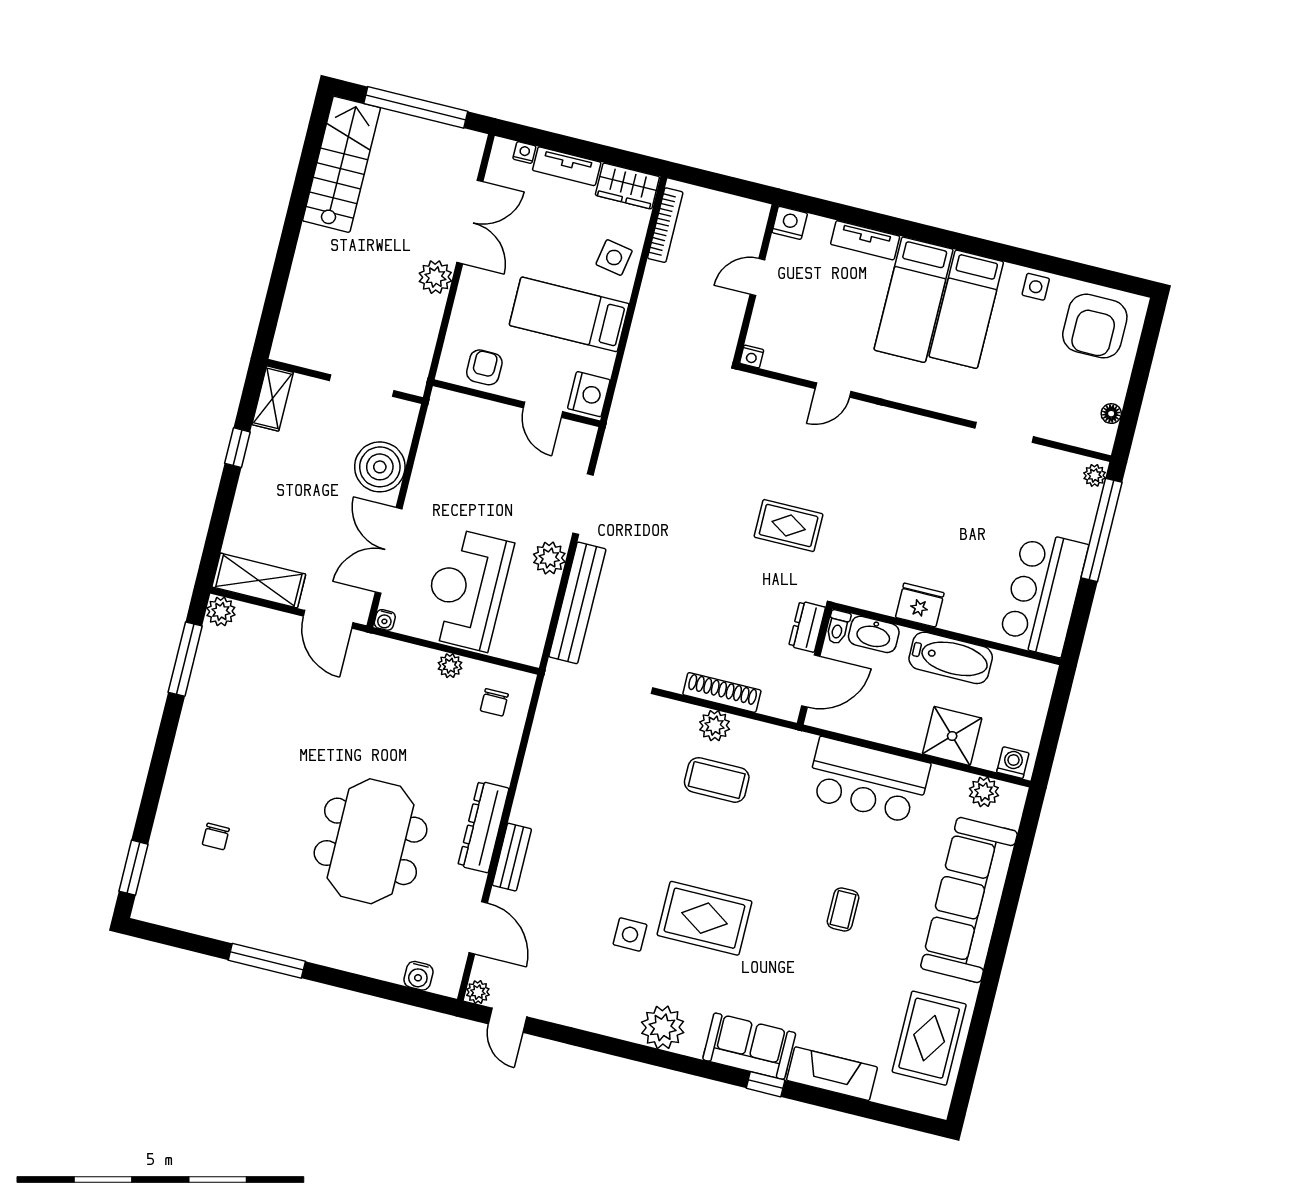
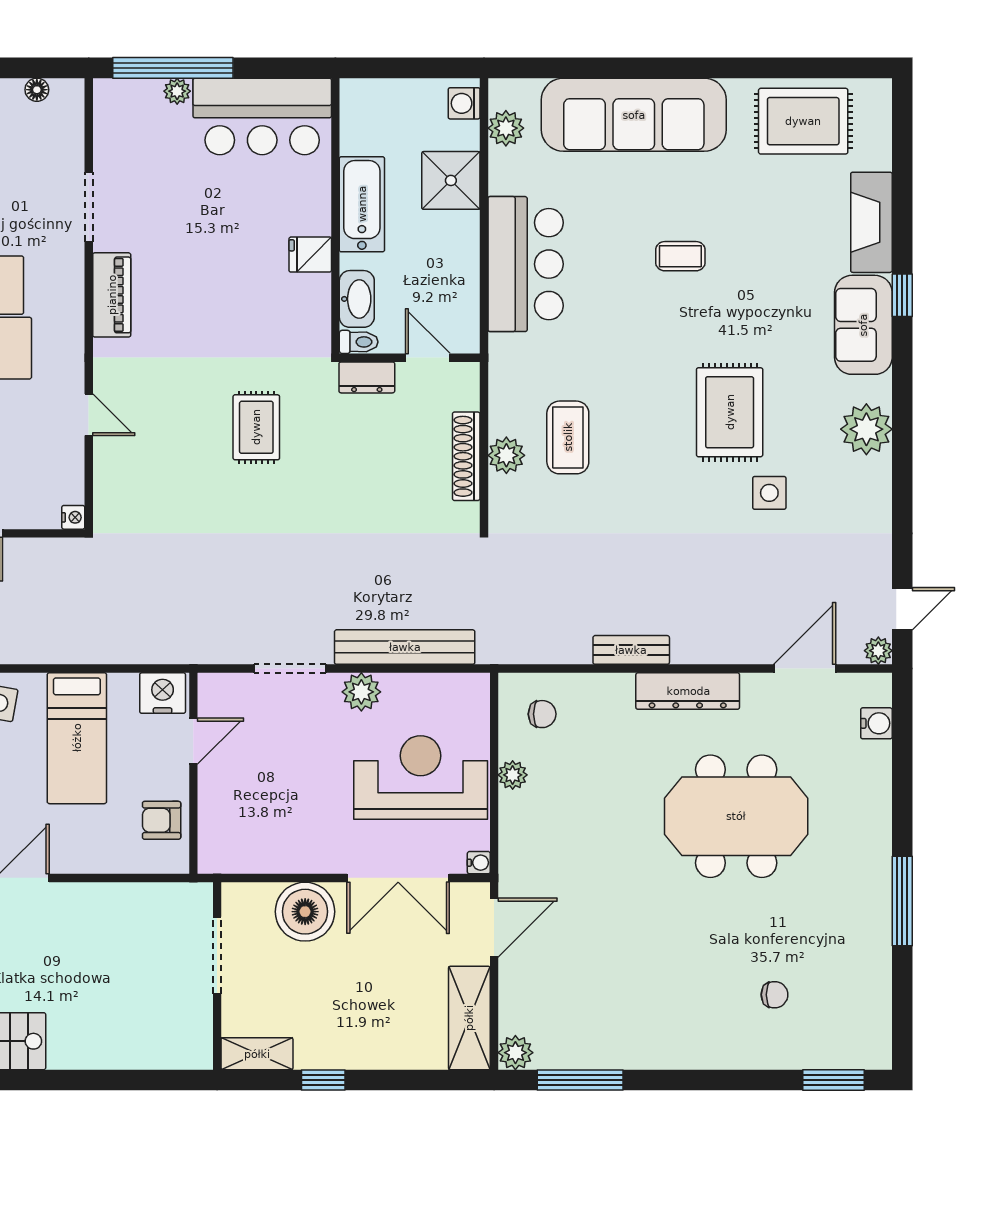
plant: (435, 277) -> (72, 902), removed
piano: (927, 433) -> (112, 295), added
plant: (1095, 475) -> (177, 91), moved
reception desk: (467, 589) -> (421, 777), turned 180
fridge: (920, 605) -> (310, 255), width x0.72
door: (811, 681) -> (428, 358), width x0.73
bench: (512, 857) -> (631, 650), moved

